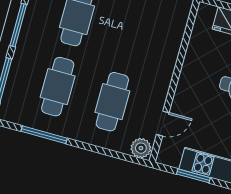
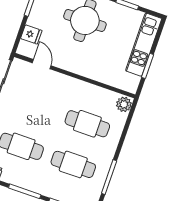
door: (163, 124) -> (42, 64), moved

